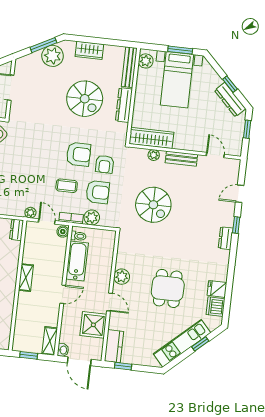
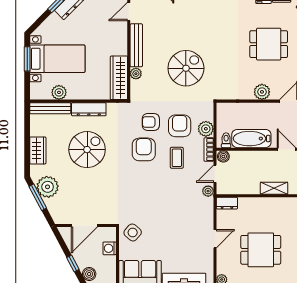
plant: (146, 61) -> (59, 92), moved
bench: (181, 159) -> (136, 45), width x1.36
armchair: (105, 164) -> (151, 122), turned 180

